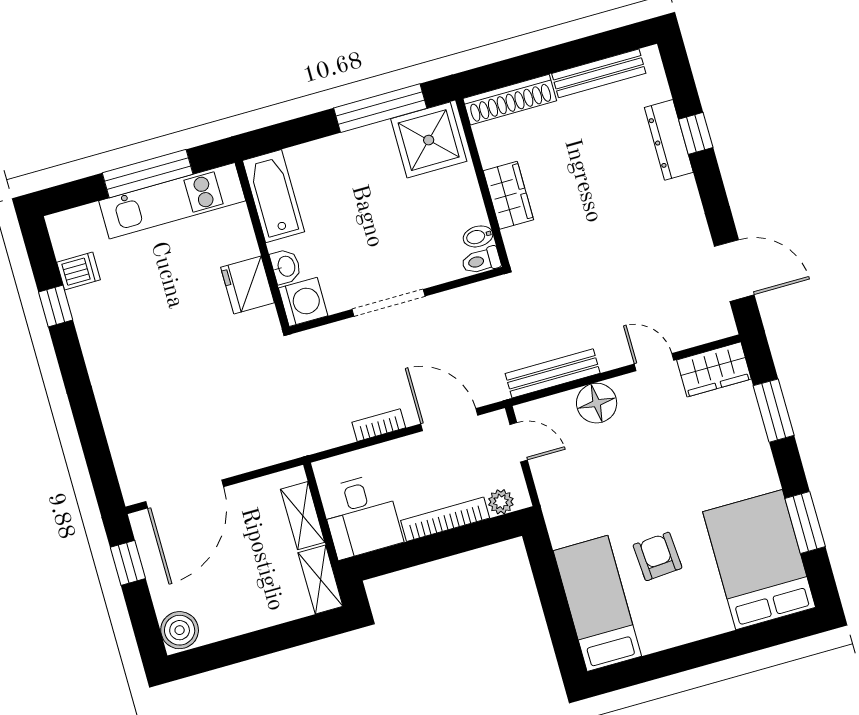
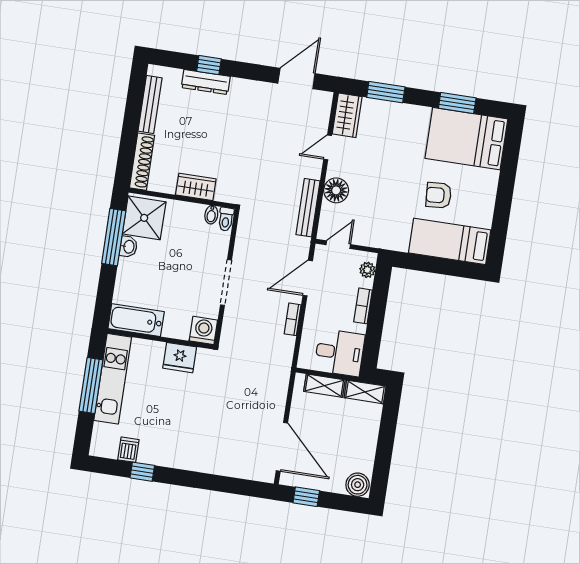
washbasin: (286, 266) -> (128, 247), moved, turned 90
bookcase: (445, 519) -> (363, 306), width x0.64

